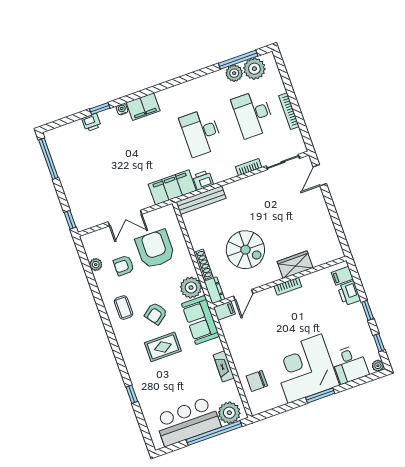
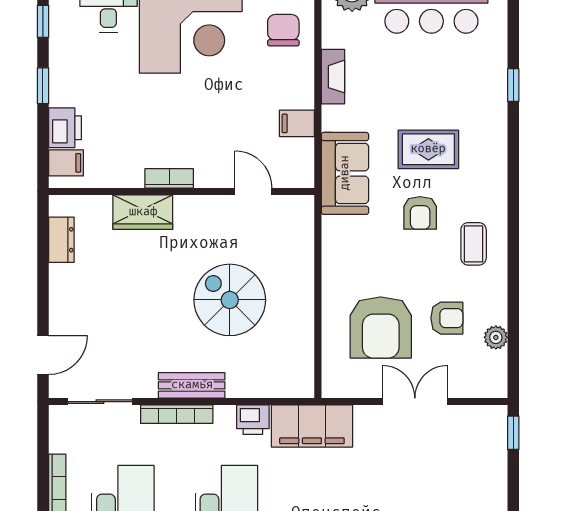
bookcase: (249, 167) -> (177, 414), width x1.56
bench: (201, 200) -> (192, 385), moved, width x0.73
spiral stairs: (245, 250) -> (230, 300), moved
shoe rack: (203, 265) -> (305, 270), removed
plant: (191, 288) -> (342, 237), removed
dresser: (214, 290) -> (61, 240), moved, turned 180
door: (243, 295) -> (253, 191), hinge flipped
filing cabinet: (224, 311) -> (297, 123), moved
armchair: (156, 314) -> (420, 213), turned 127
chair: (257, 381) -> (283, 30), turned -90

